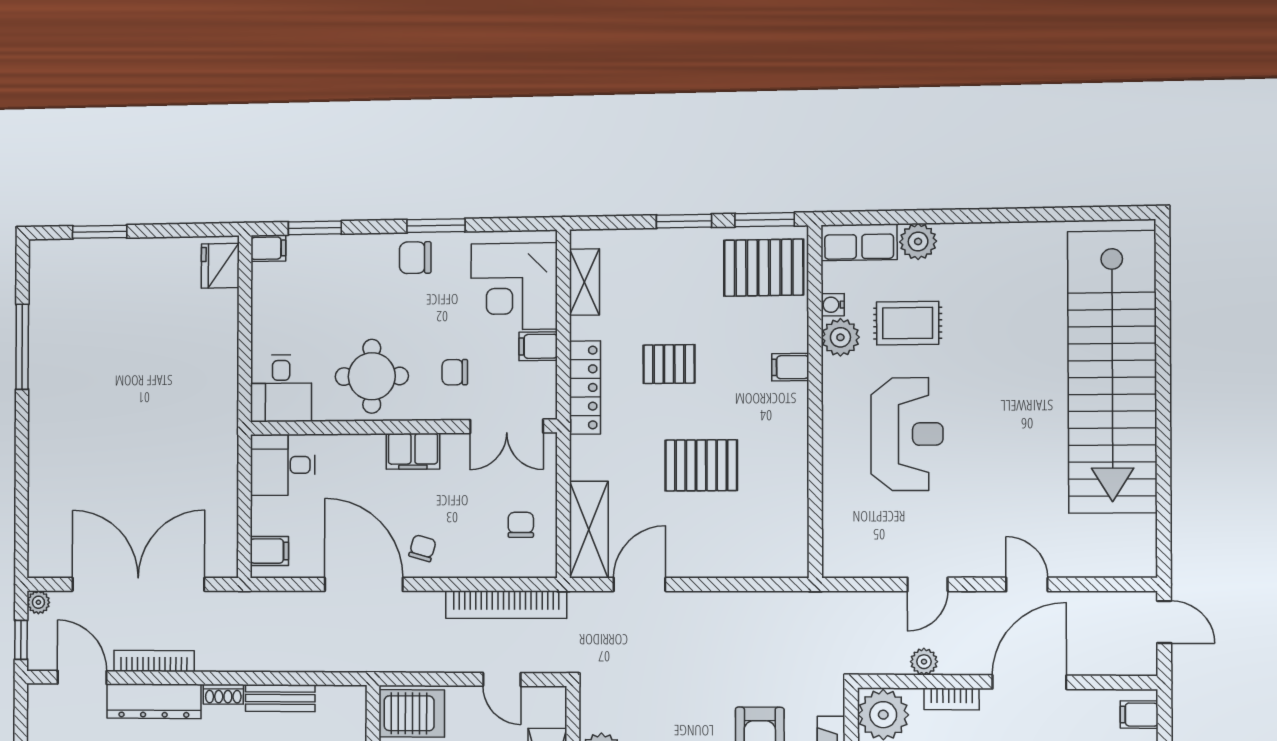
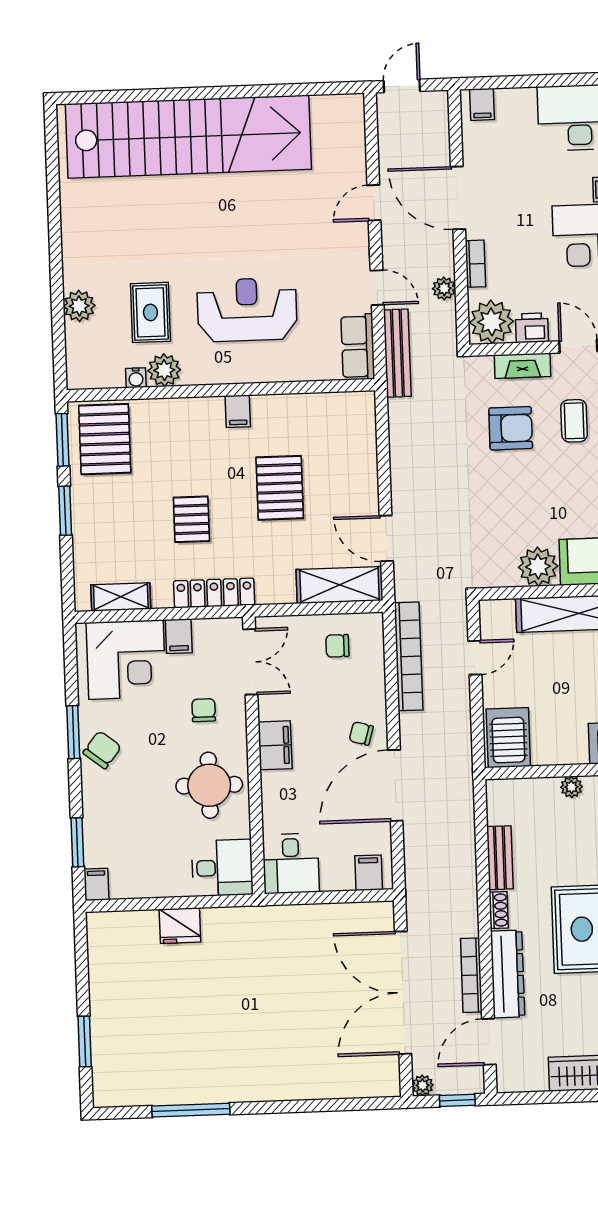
row of seats: (859, 242) -> (358, 347), moved, turned 180
chair: (415, 258) -> (102, 750), turned -142
fridge: (220, 266) -> (180, 926), moved
filing cabinet: (790, 367) -> (238, 411), moved
chair: (455, 372) -> (204, 710), turned 180
bench: (851, 605) -> (397, 353), added

